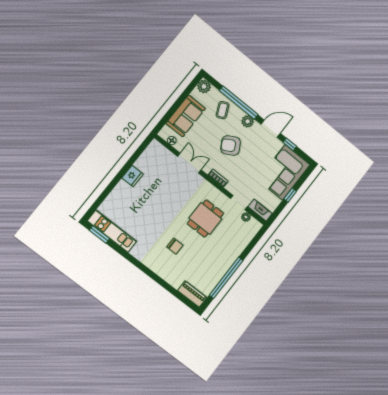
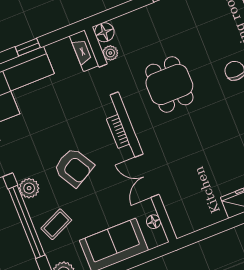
dining table: (205, 219) -> (169, 84), turned 90
floor lamp: (255, 226) -> (104, 32), added

